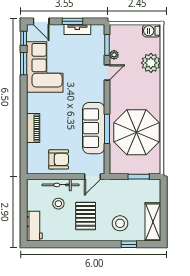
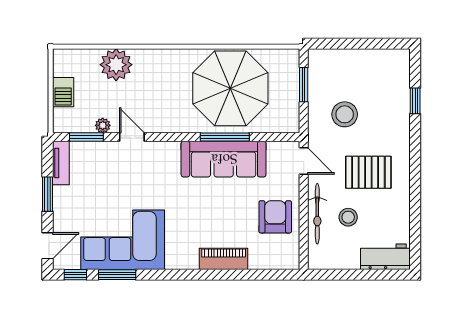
tv unit: (77, 29) -> (61, 163), moved
barbecue: (152, 31) -> (63, 92), moved
shelving: (153, 222) -> (378, 61), removed
stool: (120, 223) -> (345, 114), moved

